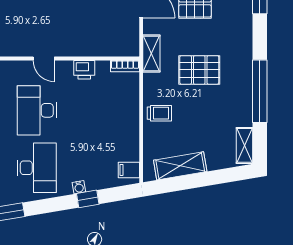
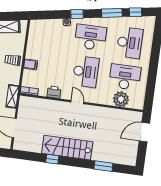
desk: (37, 168) -> (90, 37), turned 90
filing cabinet: (129, 170) -> (31, 64), moved
window: (88, 199) -> (77, 14), moved

